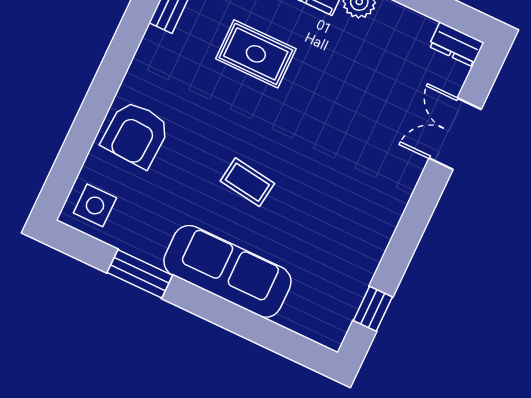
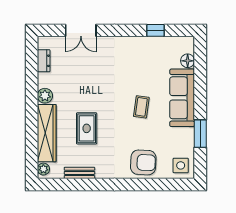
dresser: (456, 44) -> (44, 61), moved
window: (373, 309) -> (156, 30), moved
floor lamp: (296, 317) -> (188, 61), added

